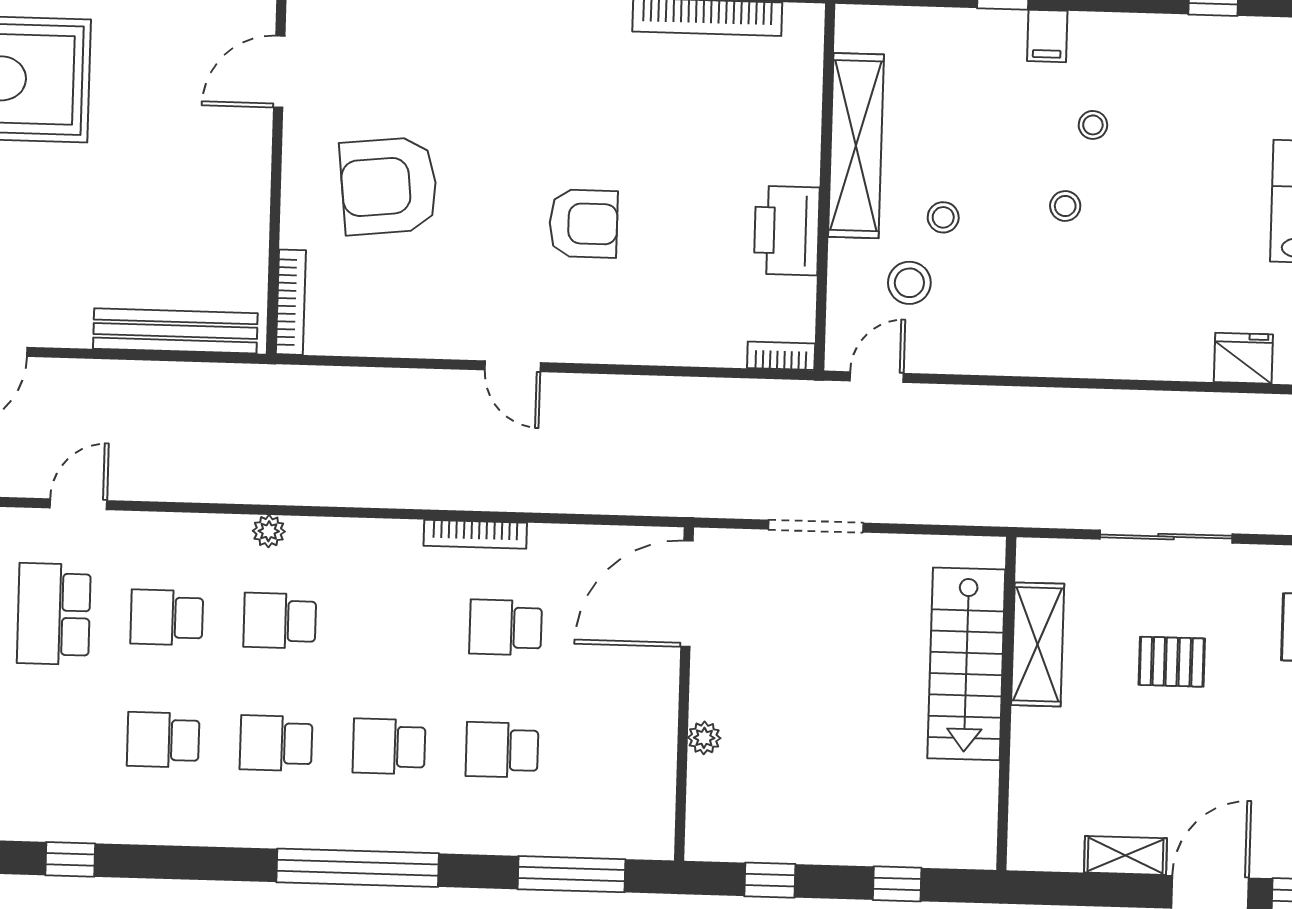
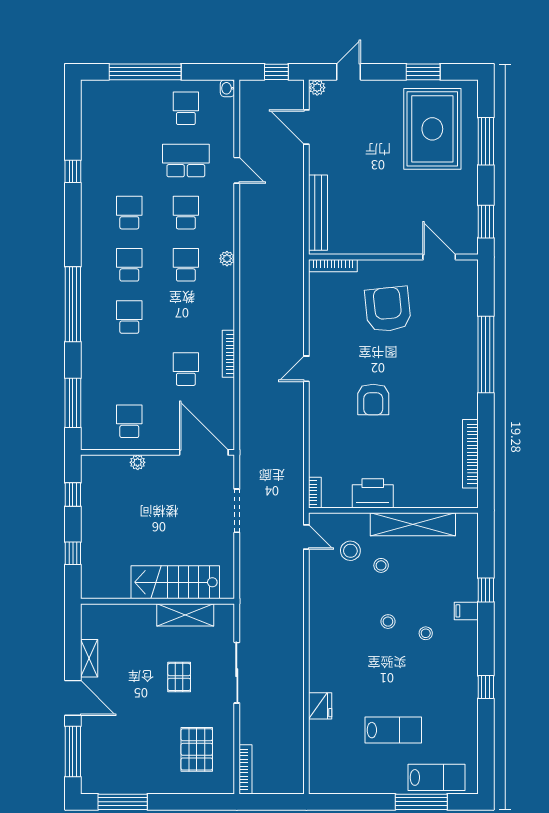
school desk: (502, 750) -> (129, 421), moved

